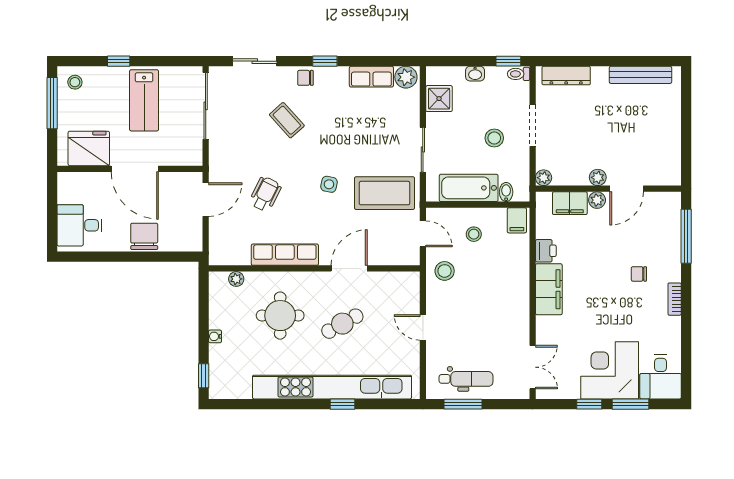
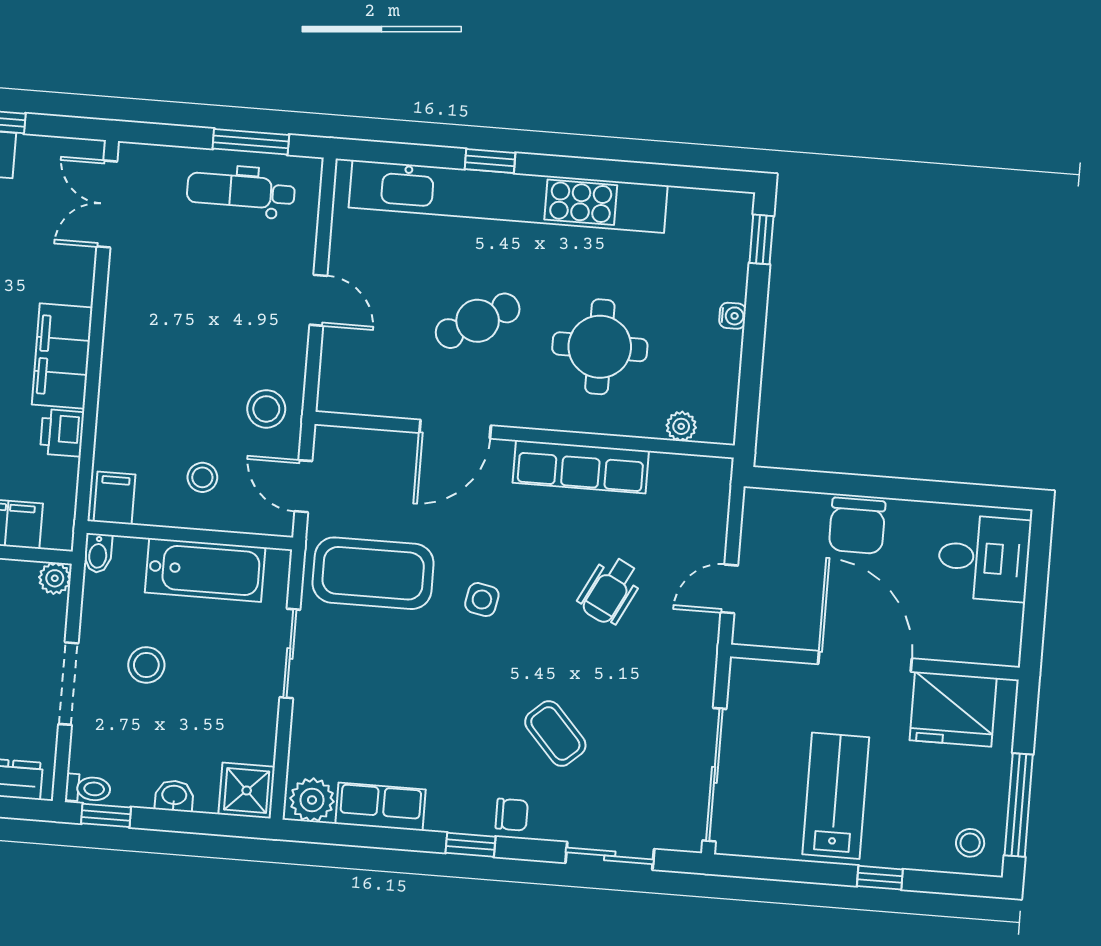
shower: (439, 99) -> (247, 791), moved
bidet: (506, 192) -> (98, 553), moved
door: (206, 200) -> (729, 589), width x0.73

